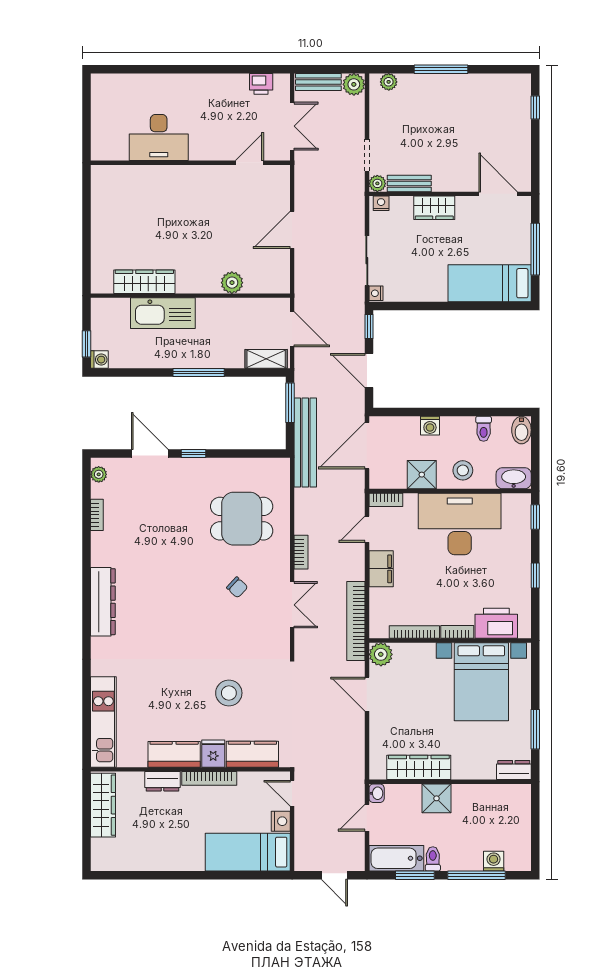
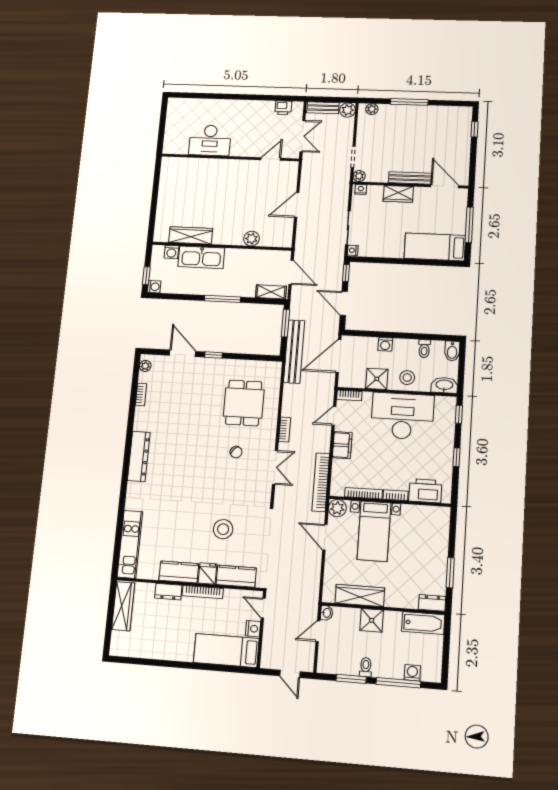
bench: (409, 183) -> (410, 178), moved, width x1.36
washing machine: (119, 307) -> (171, 252), added
dining table: (242, 519) -> (244, 403), turned 90
bed with nightstands: (481, 682) -> (374, 531), moved, width x0.73
bathtub: (396, 858) -> (423, 623), moved, turned 180

